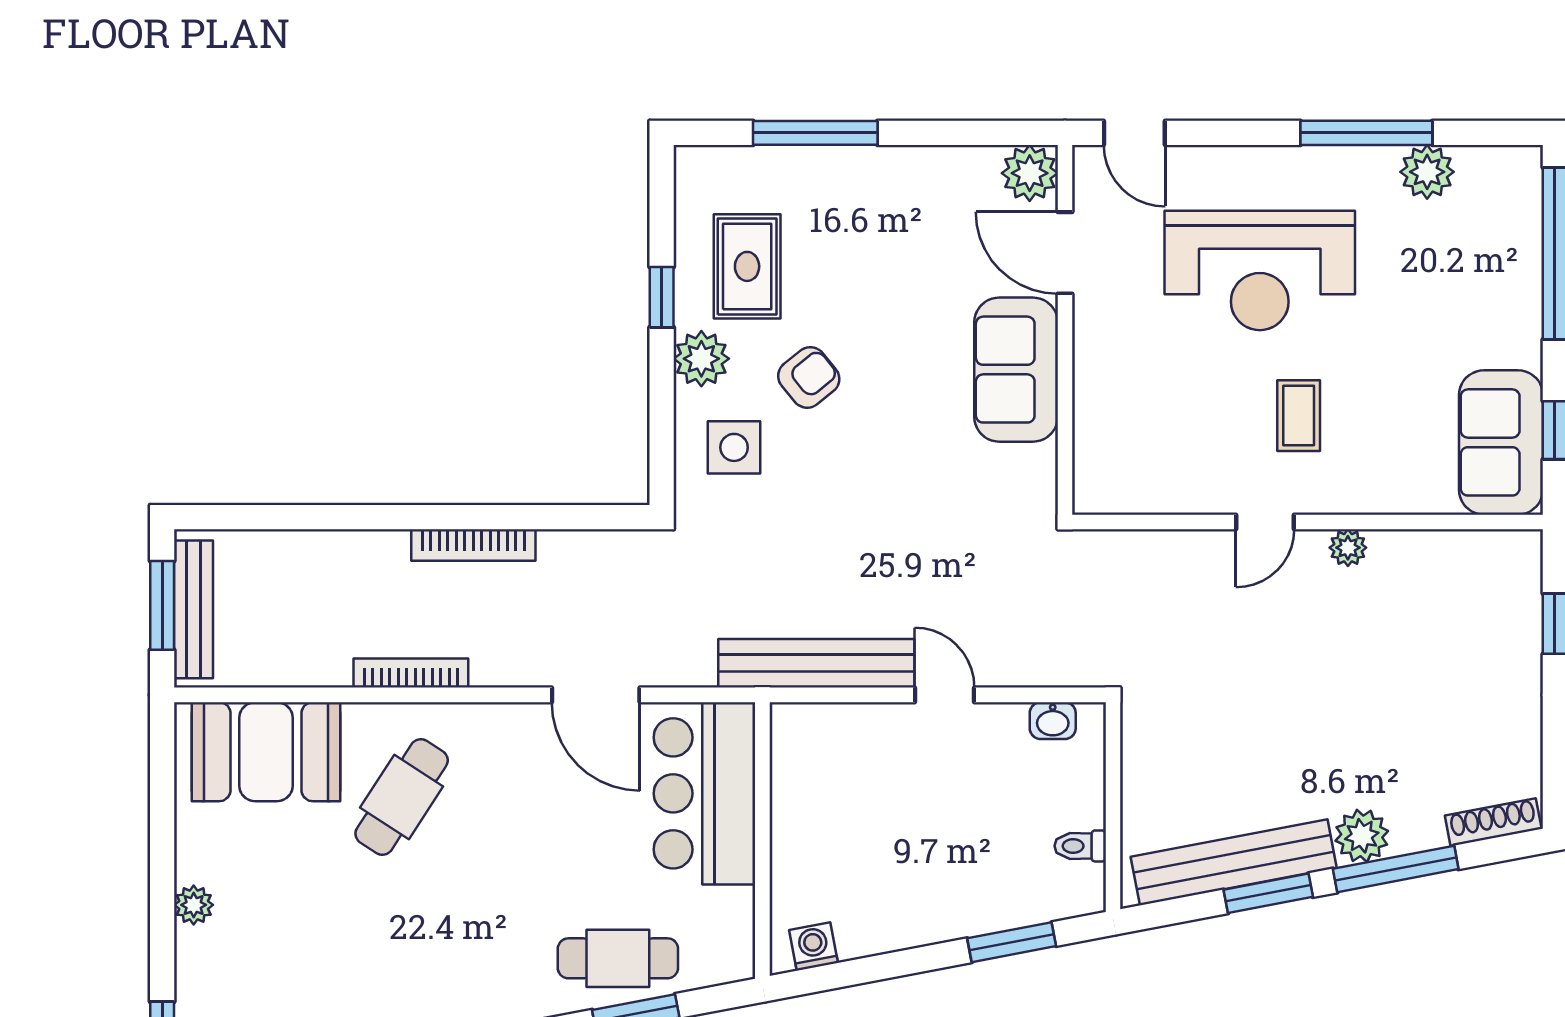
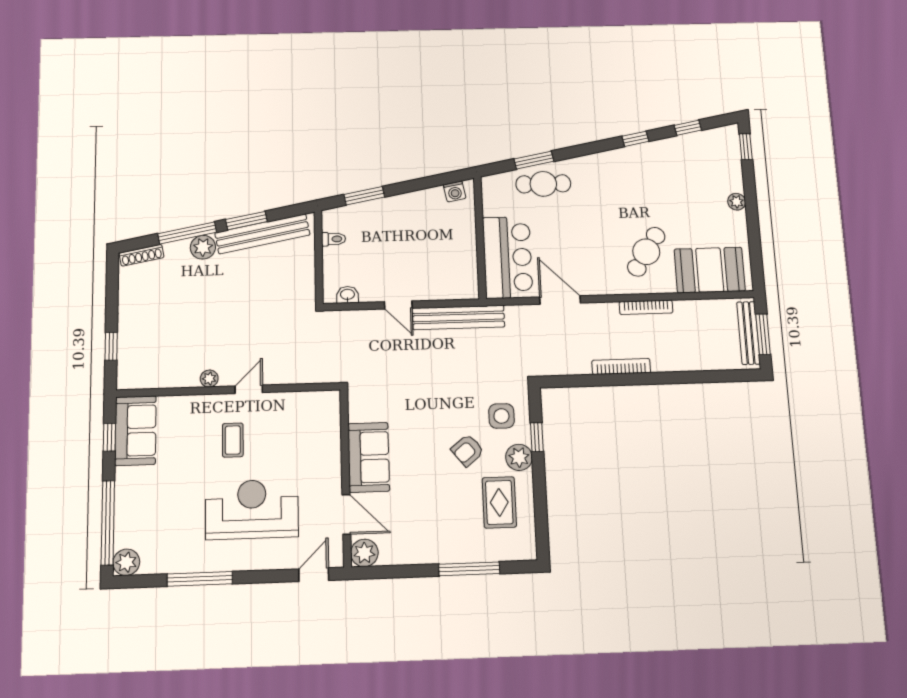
door: (1134, 133) -> (314, 575), hinge flipped
plant: (1427, 172) -> (126, 562), moved
window: (662, 297) -> (537, 437), moved

